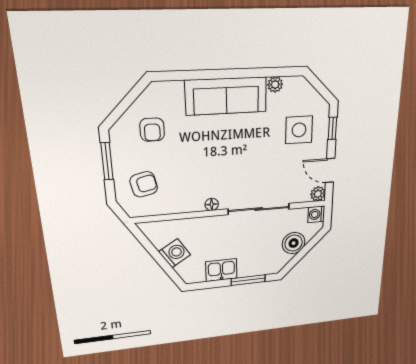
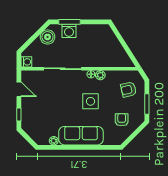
side table: (299, 130) -> (91, 101), moved
plant: (318, 194) -> (100, 75), moved
boiler: (294, 243) -> (47, 37), moved
washing machine: (175, 253) -> (69, 31), moved, turned -58
kitchen sink: (221, 270) -> (86, 31), removed

